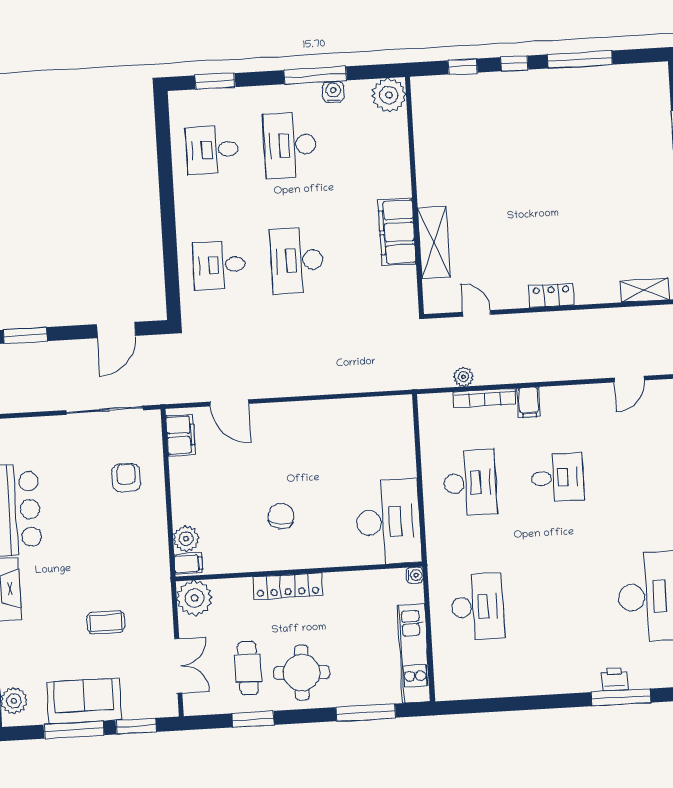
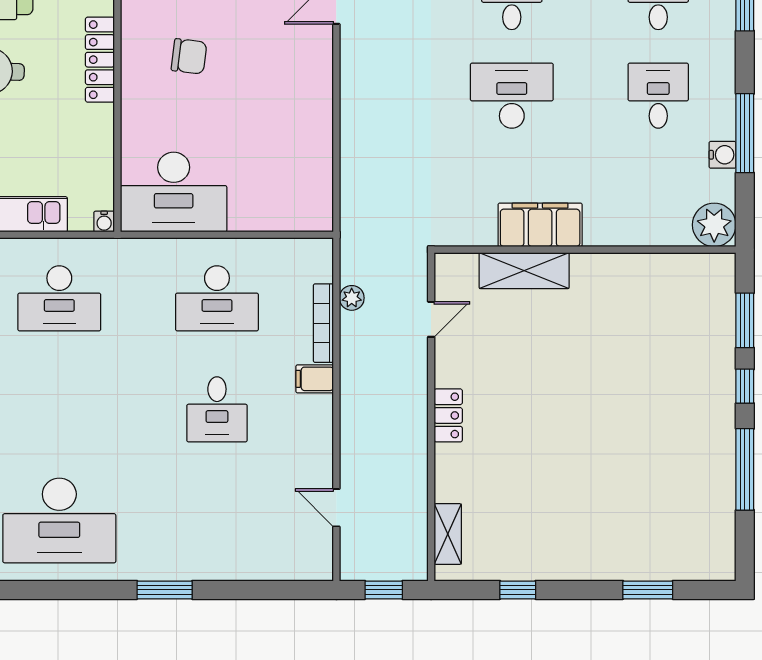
window: (463, 66) -> (745, 320), width x1.50
desk: (290, 145) -> (658, 96), width x0.73

